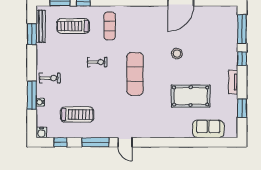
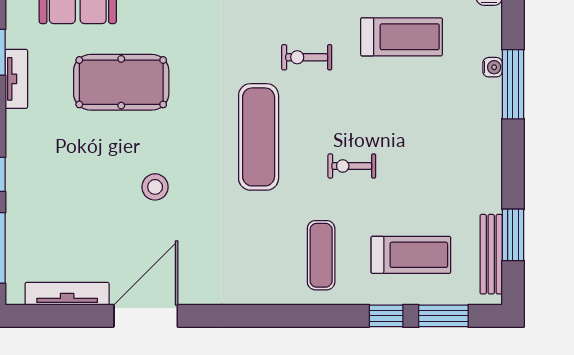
tv unit: (213, 10) -> (67, 294), added
exercise bike: (50, 78) -> (307, 57), moved
tv unit: (233, 82) -> (16, 79), moved
treadmill: (77, 114) -> (402, 37), turned 180

